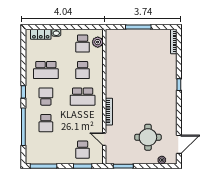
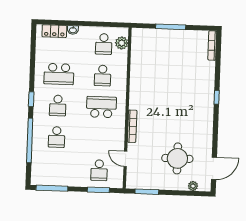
school desk: (46, 97) -> (58, 106), turned 180
school desk: (83, 97) -> (101, 107), turned 180

